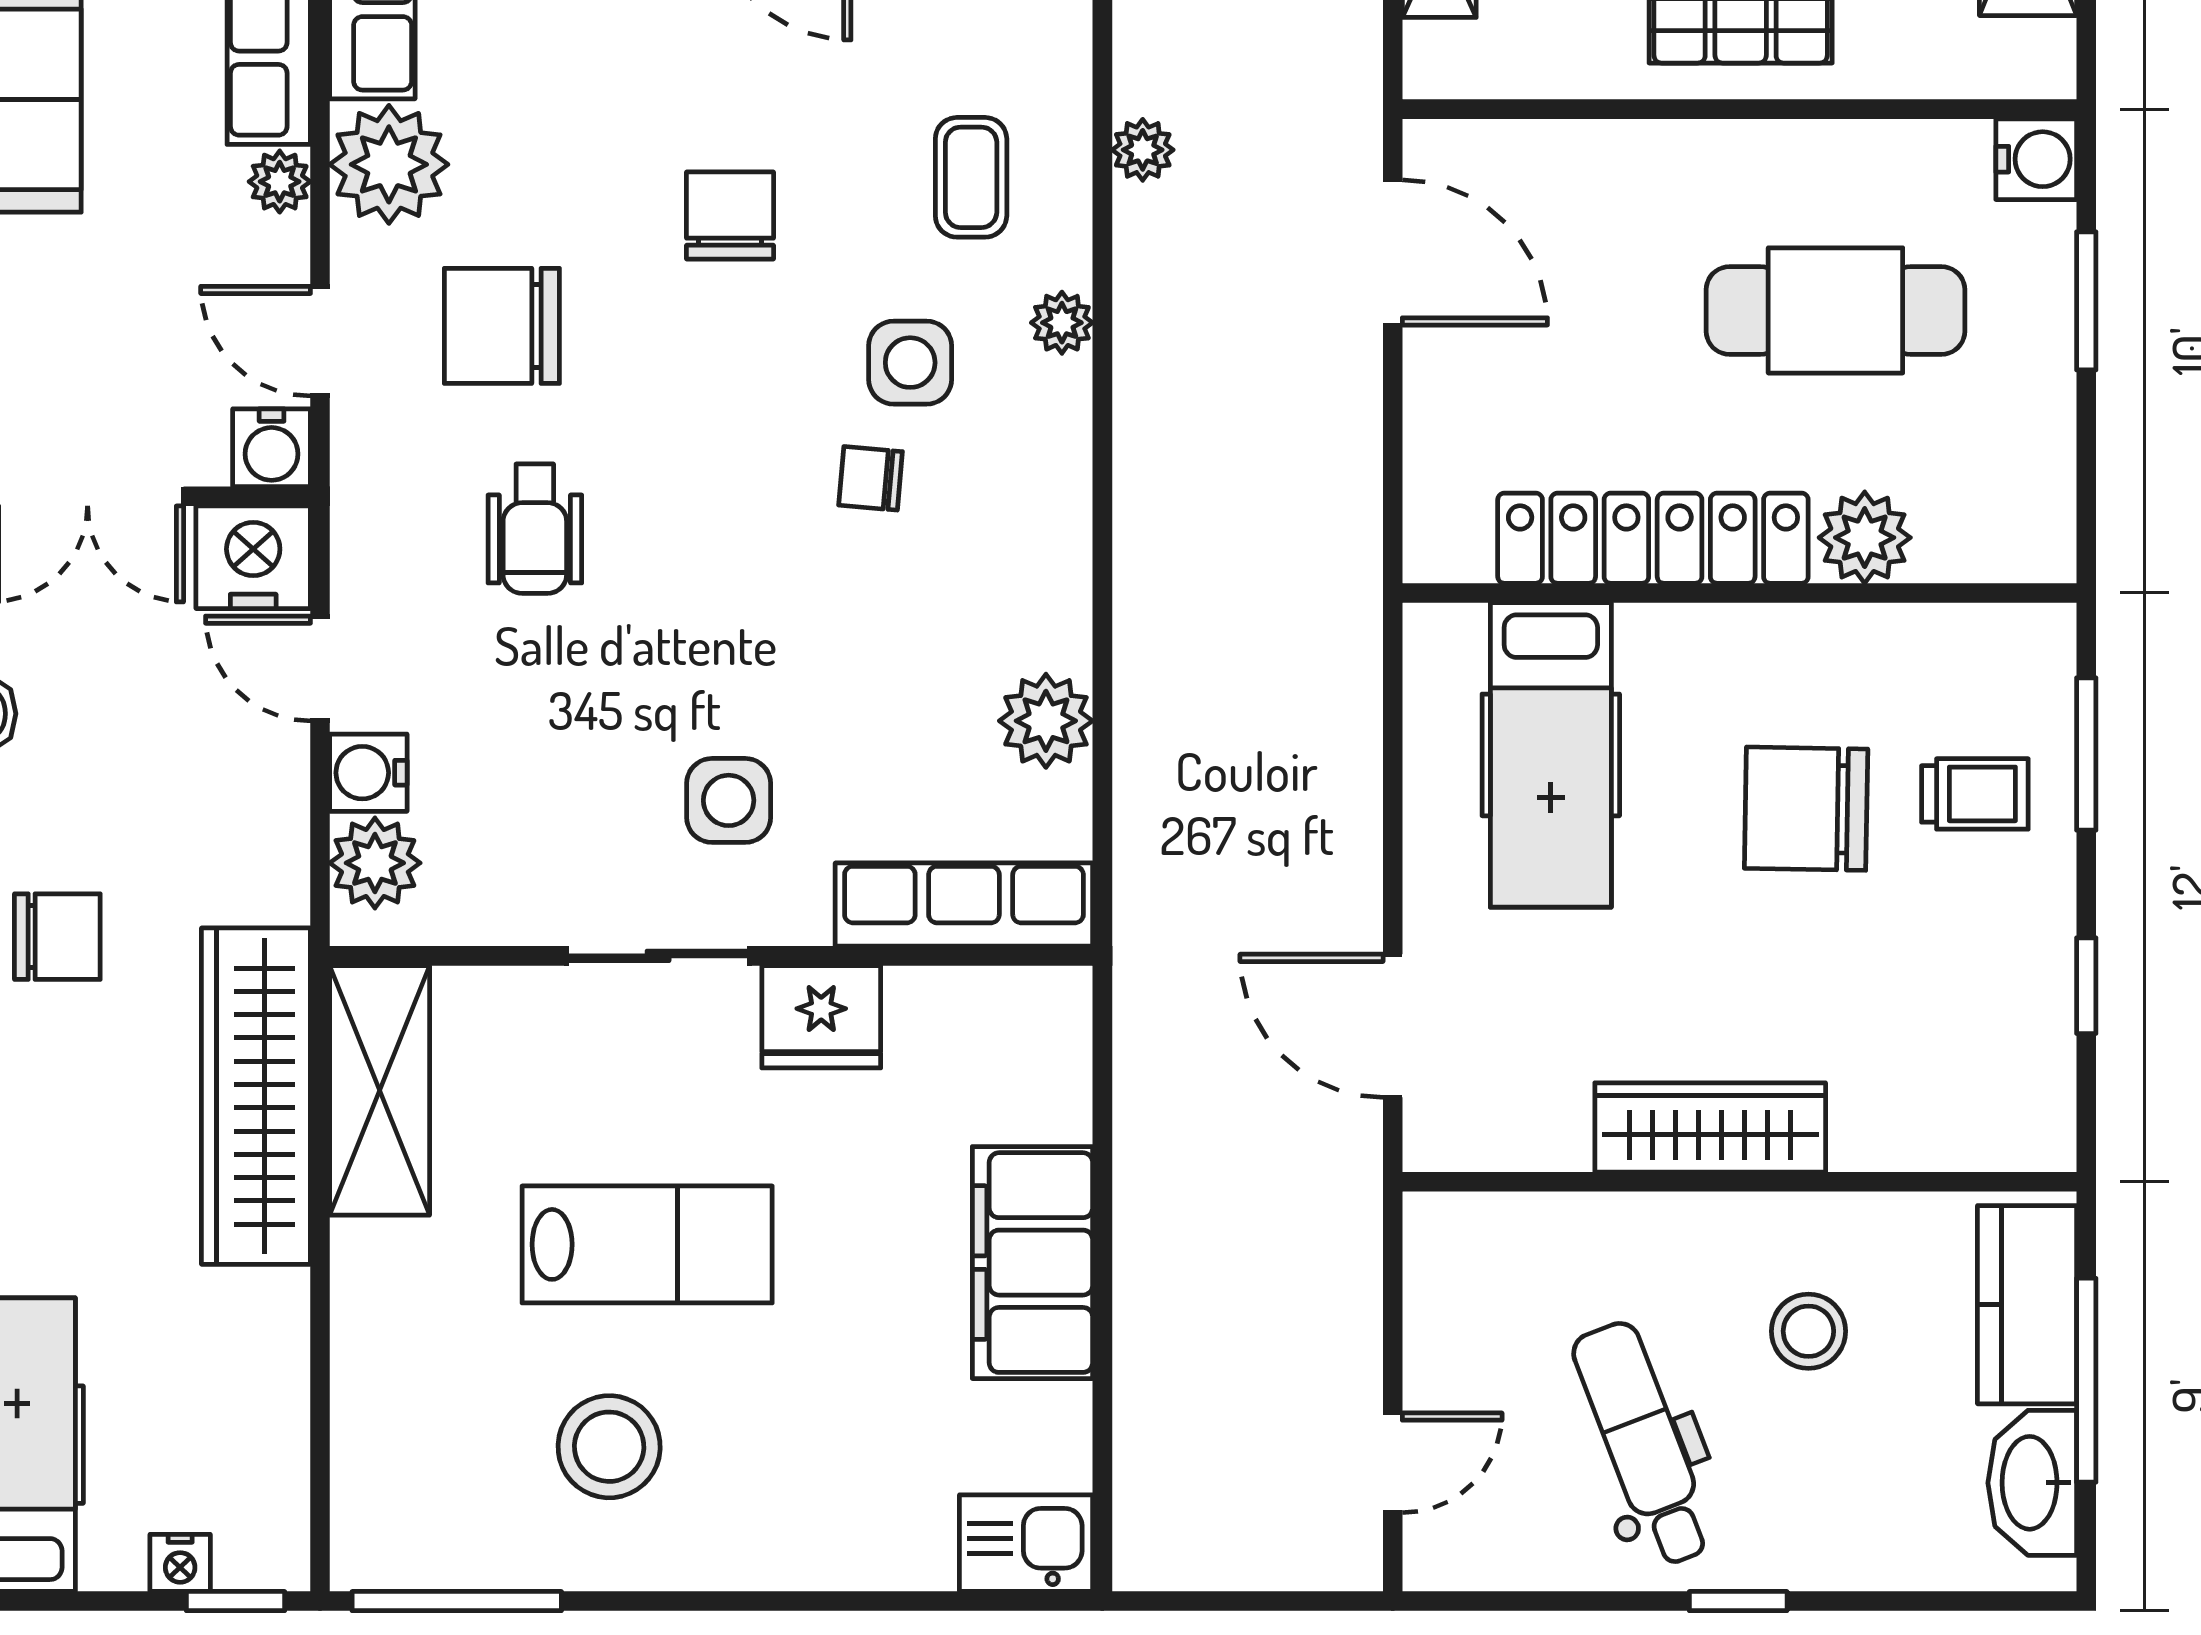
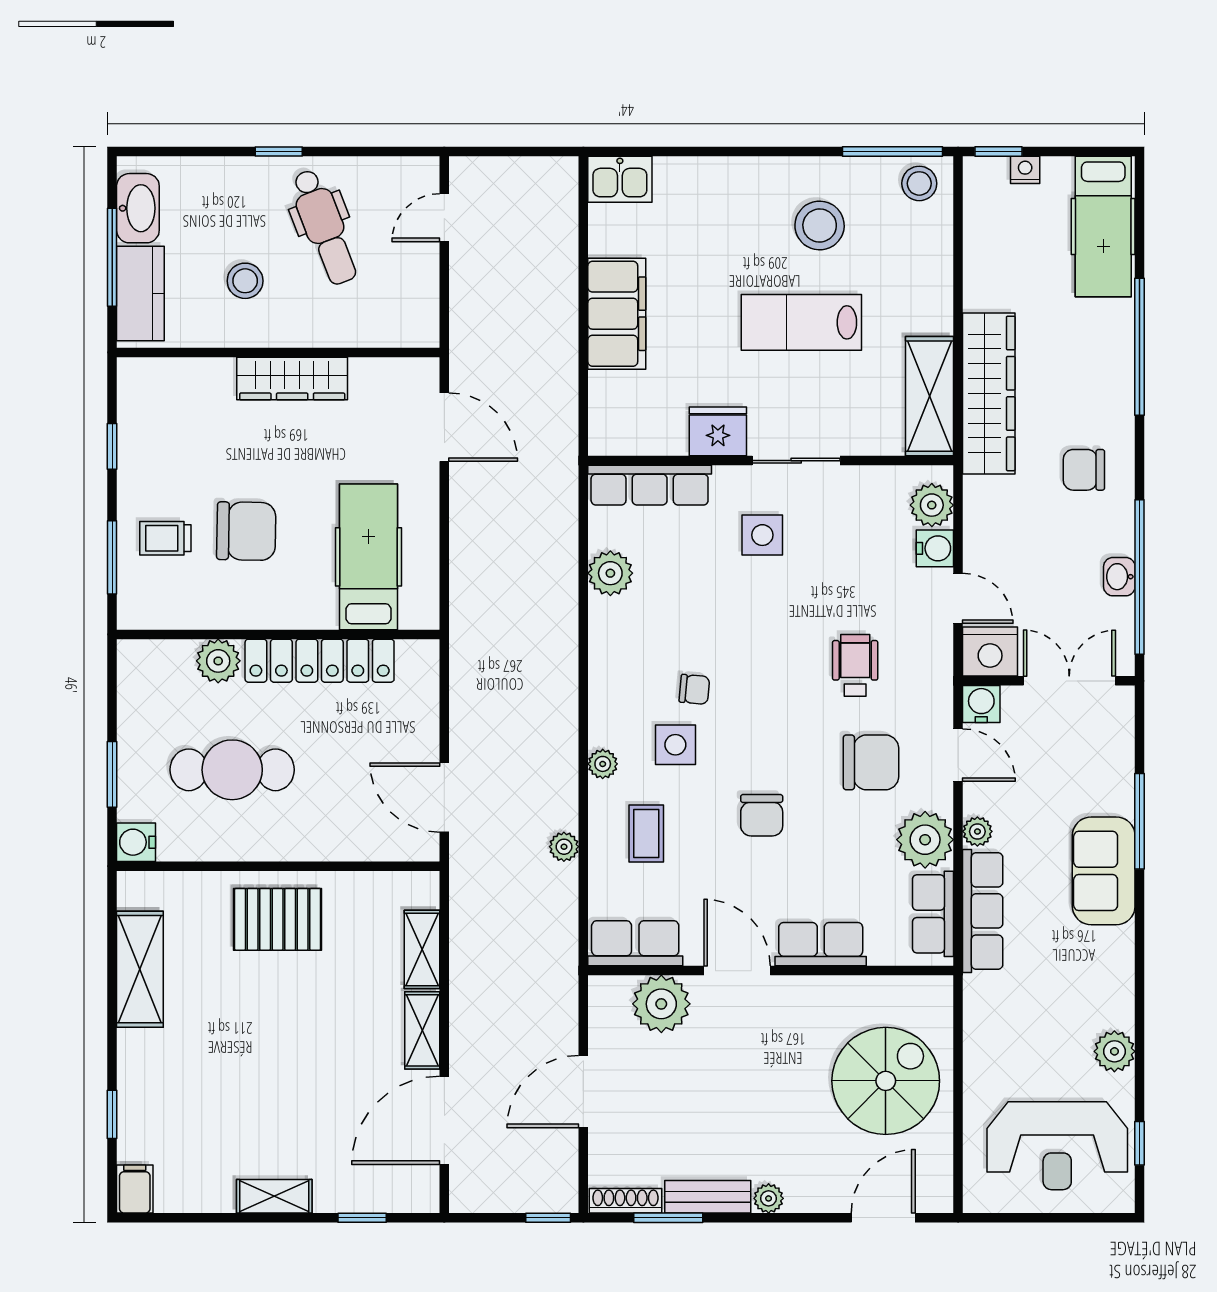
stool: (401, 1534) -> (919, 183), added

